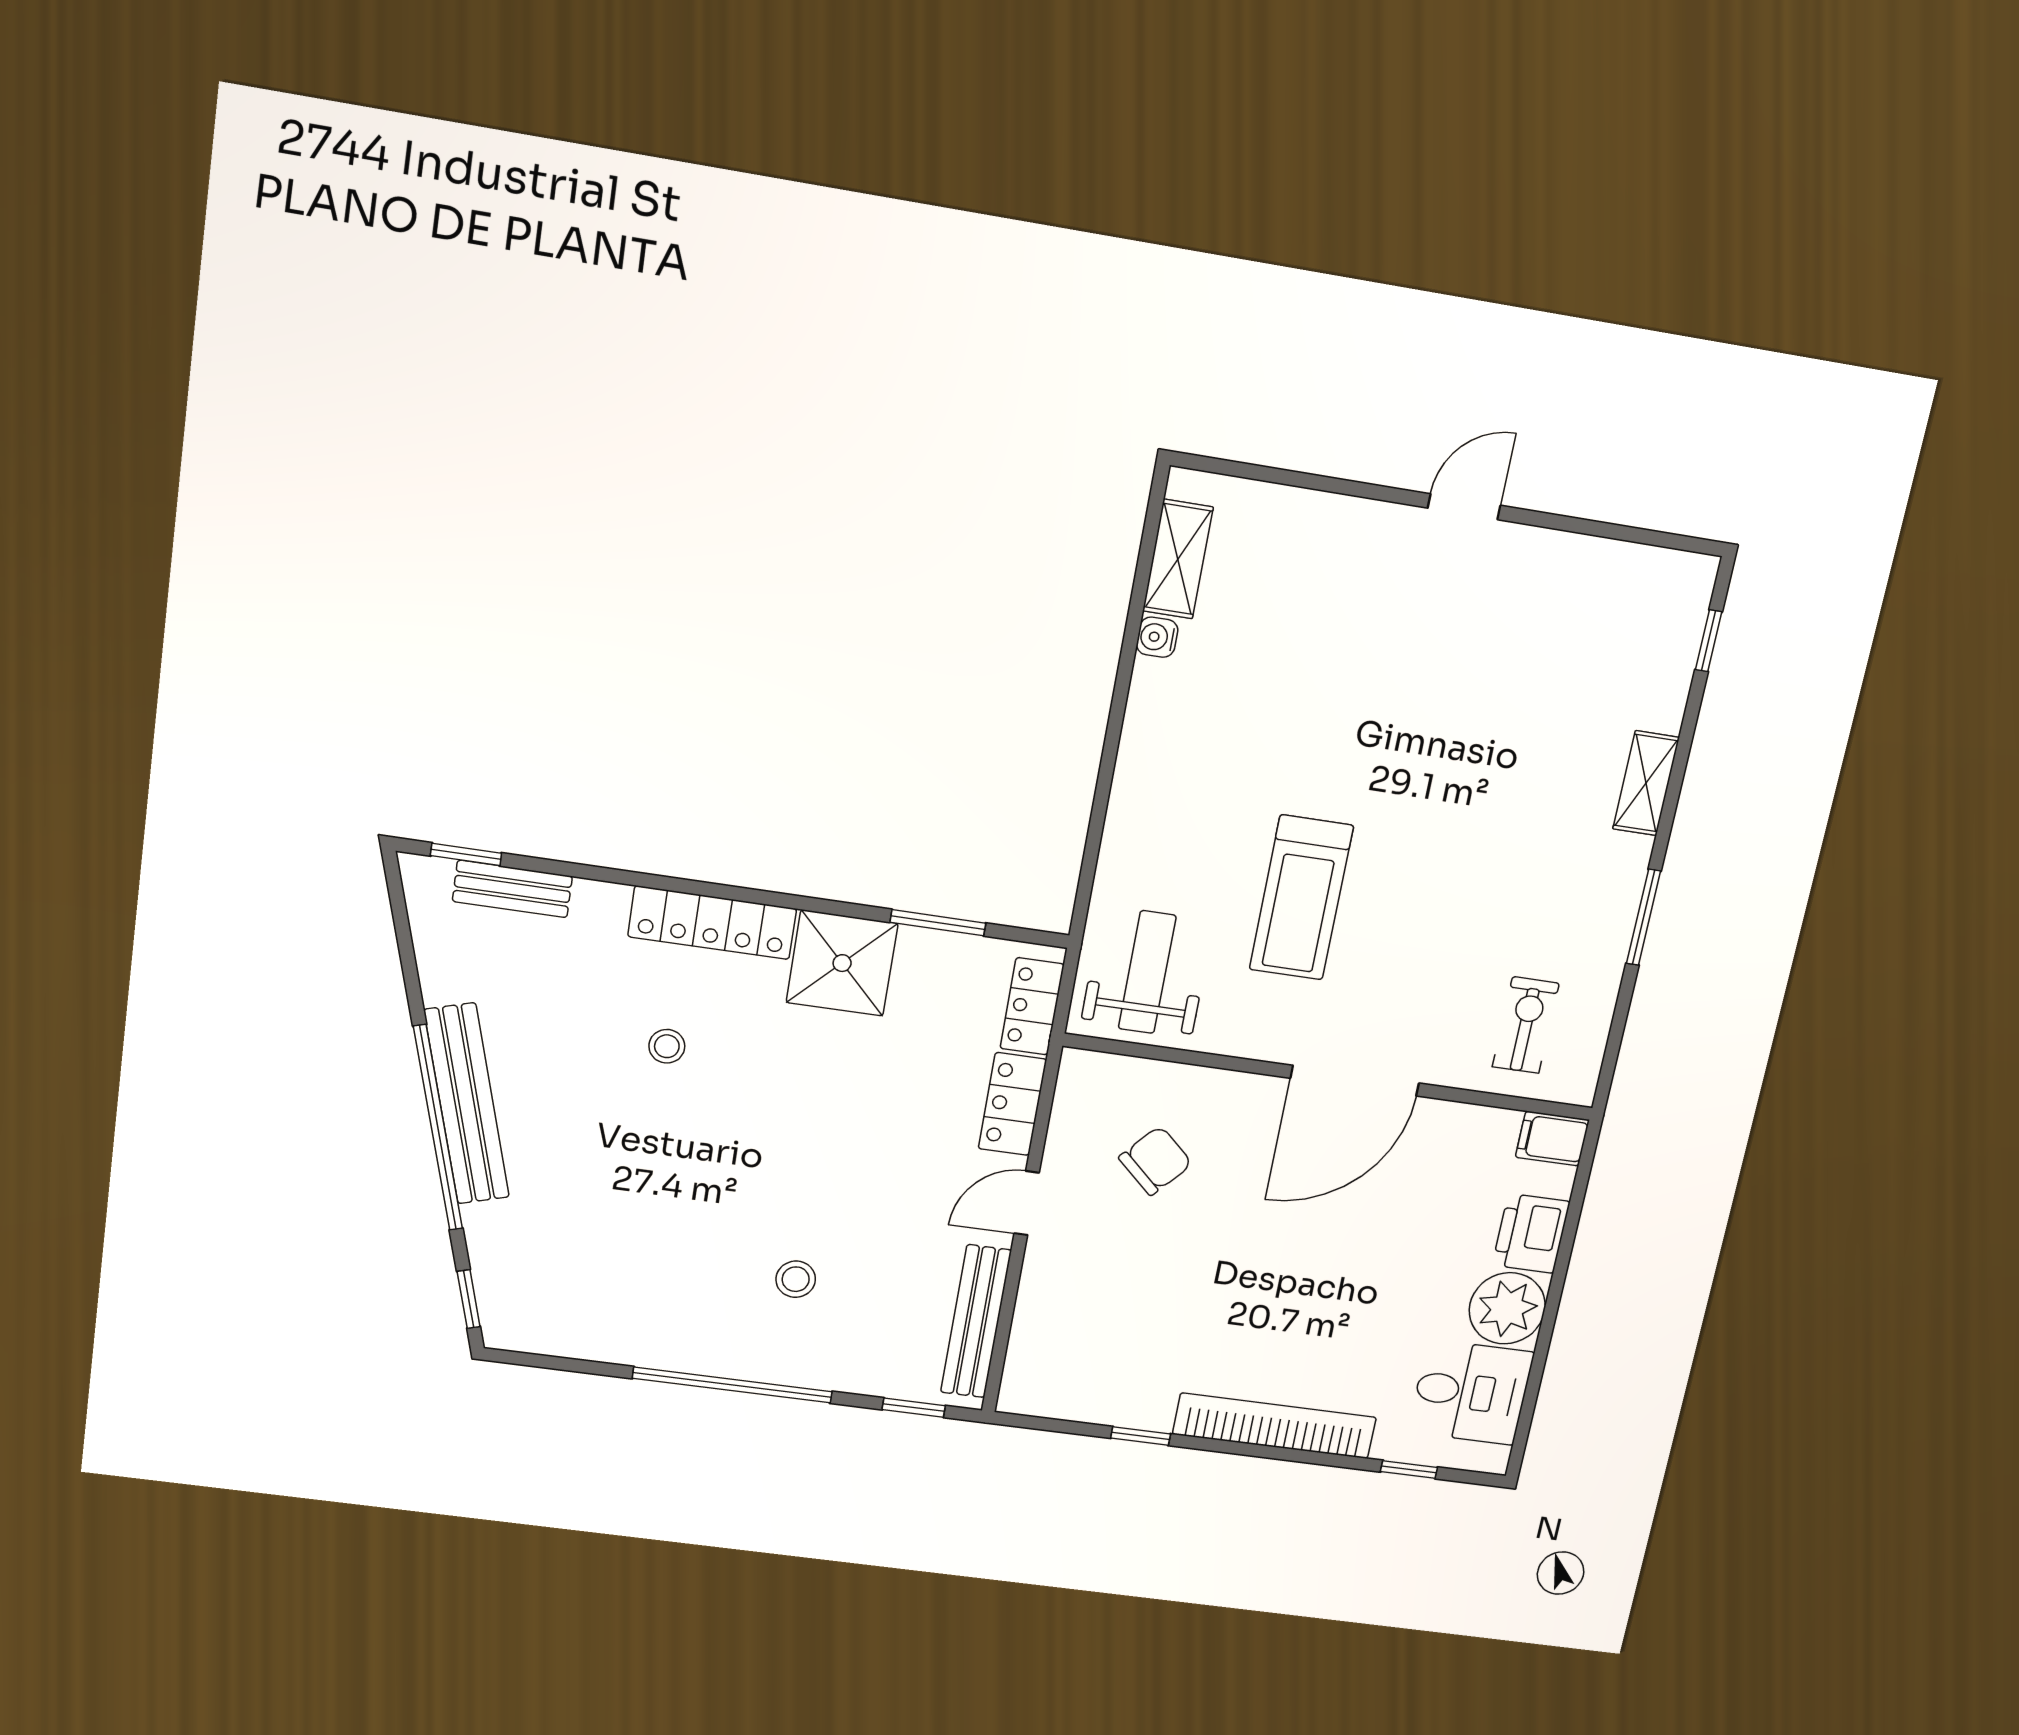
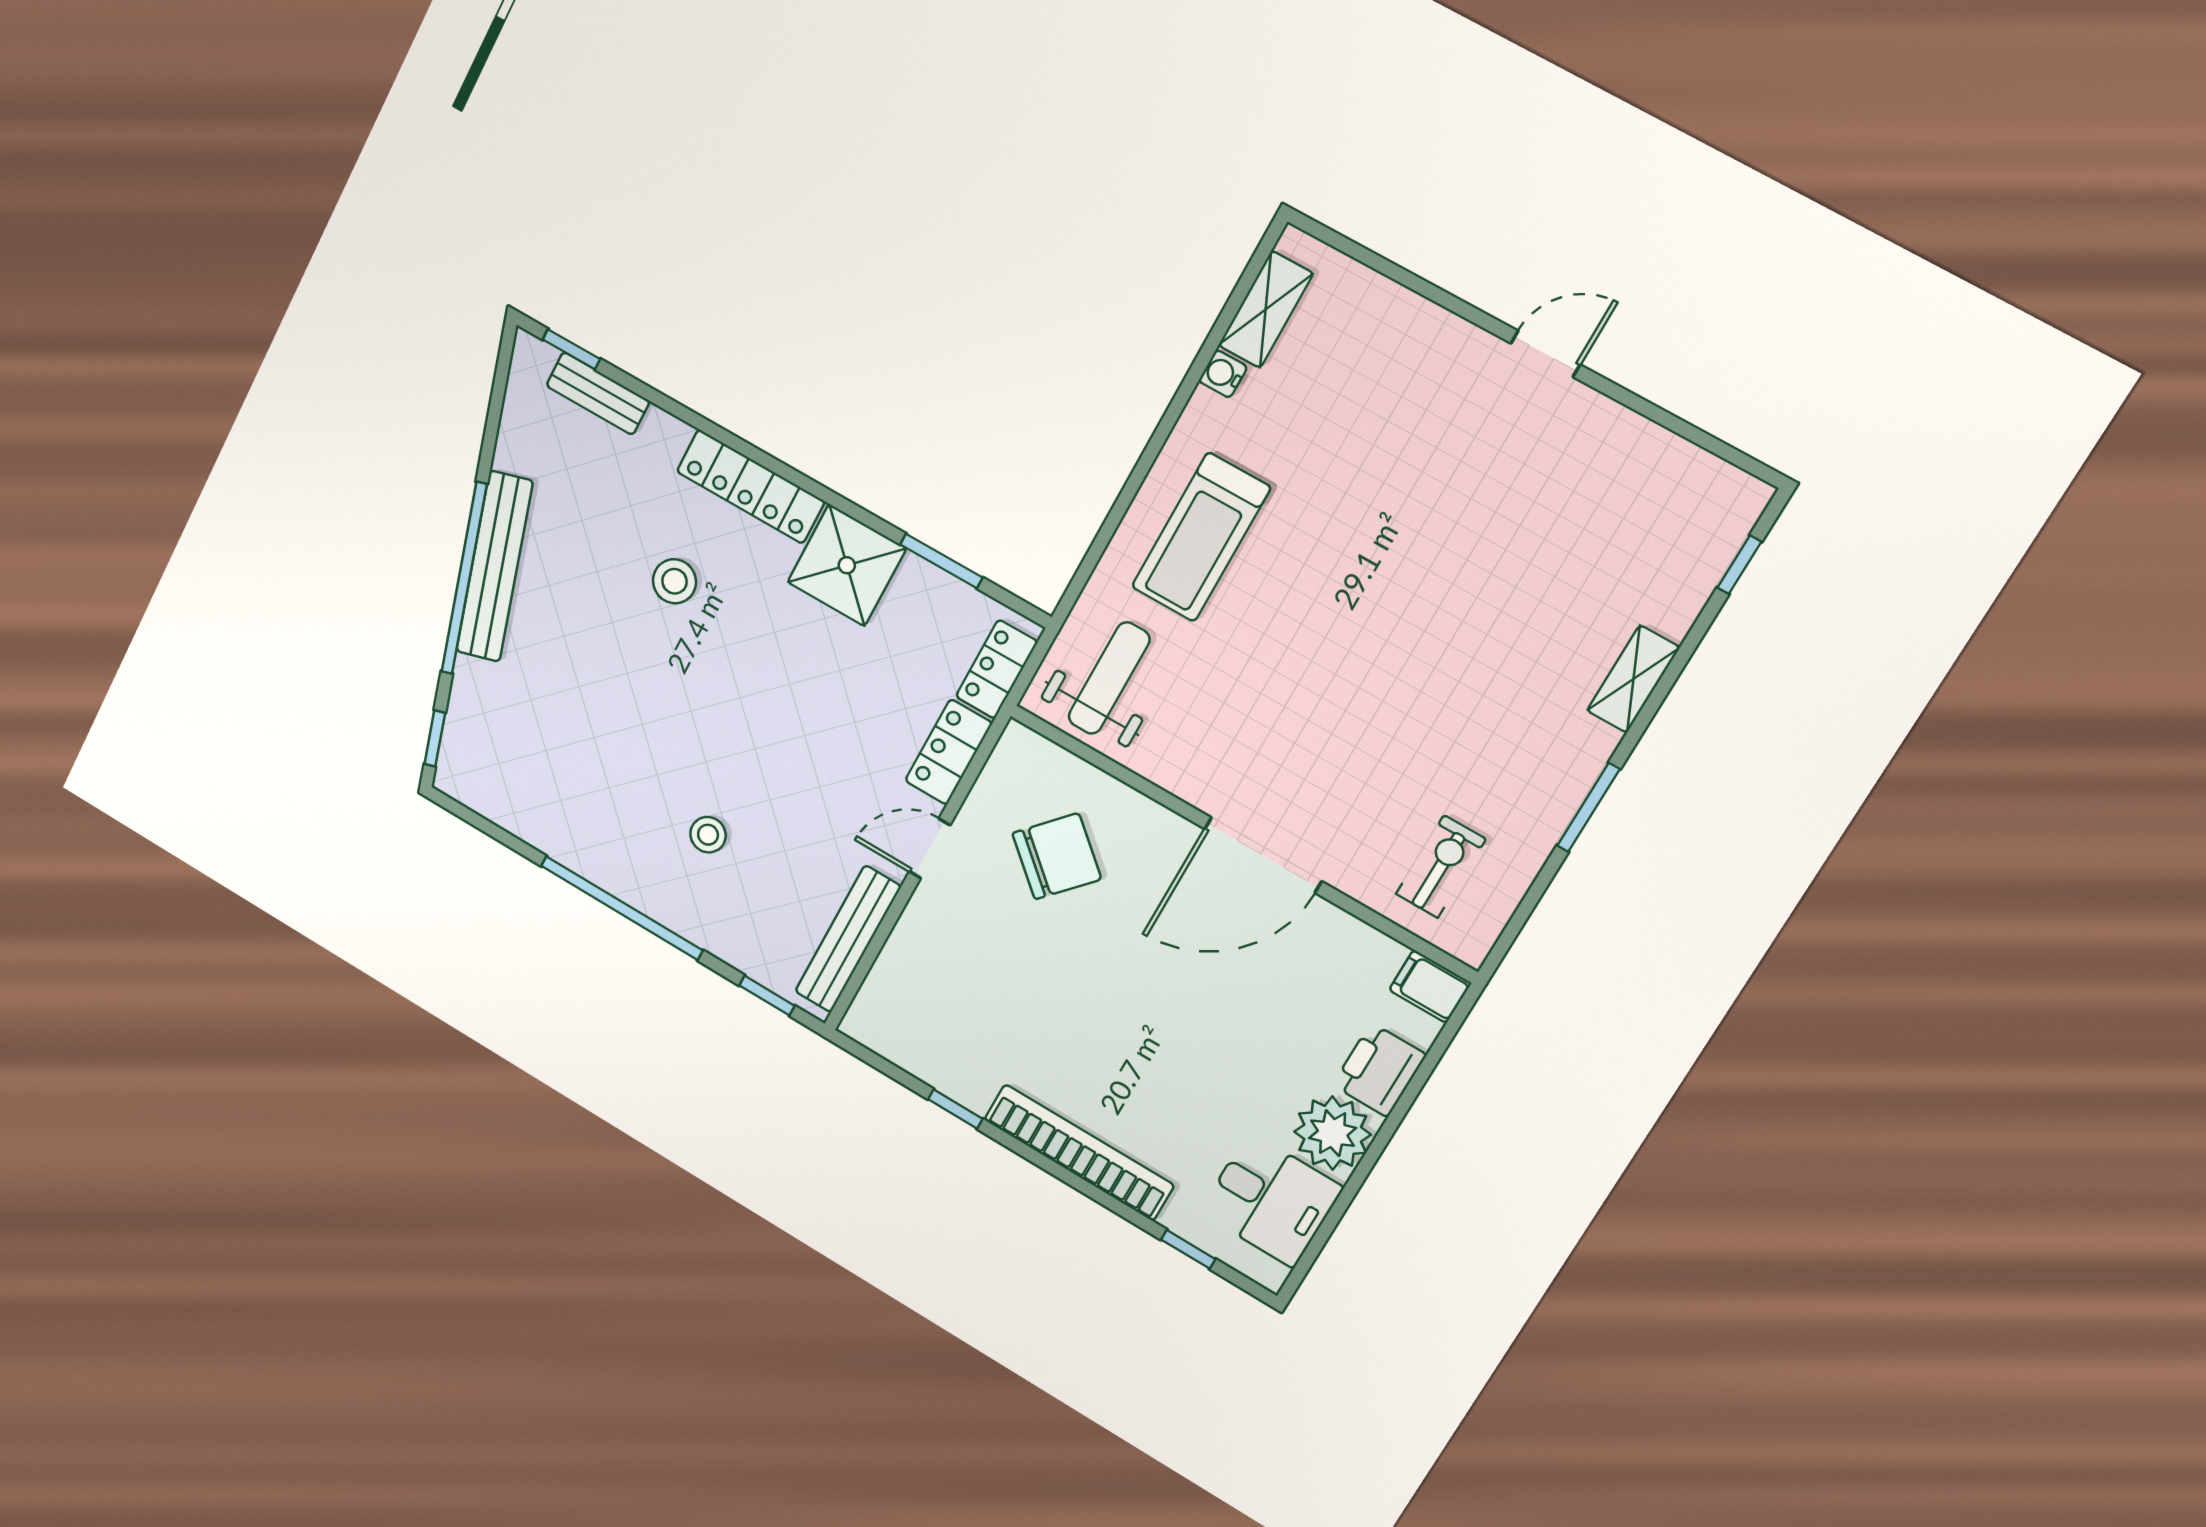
treadmill: (1301, 898) -> (1201, 537), moved
stool: (667, 1046) -> (674, 581), width x1.37, depth x1.37
chair: (1155, 1161) -> (1057, 856), width x1.37, depth x1.37

